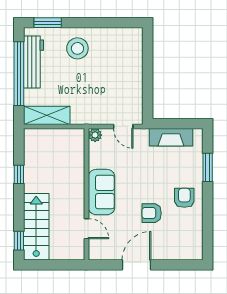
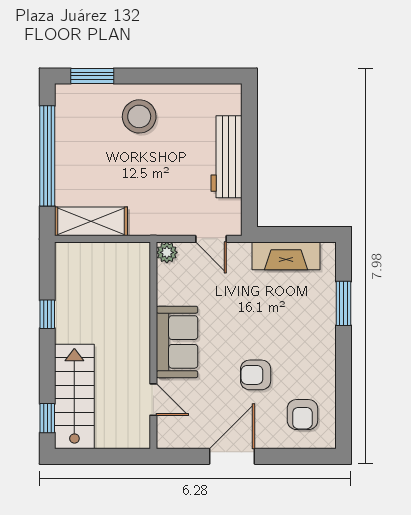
workbench: (33, 62) -> (227, 157), moved, turned 180
armchair: (184, 198) -> (302, 415), moved, turned 180

